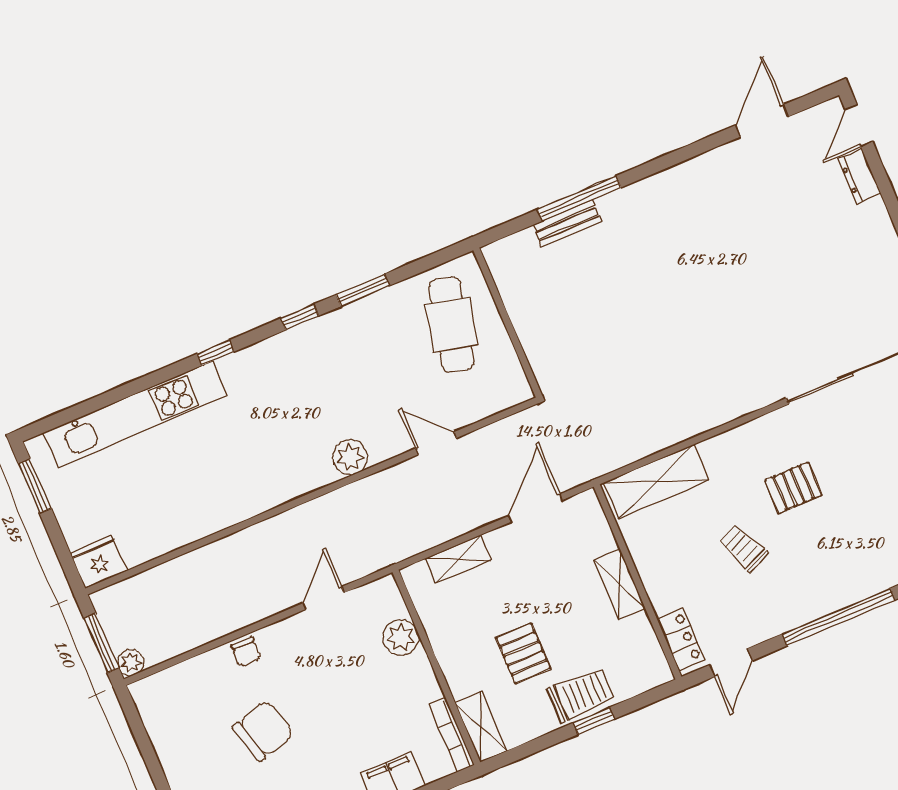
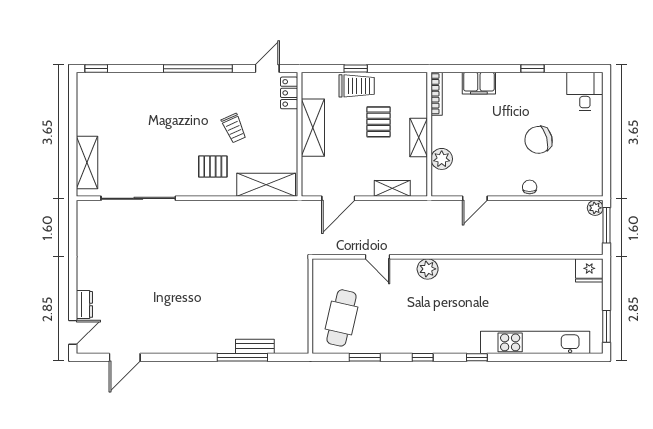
window: (363, 290) -> (365, 357), moved
pallet: (793, 488) -> (213, 167), moved
shelving: (620, 584) -> (313, 128), width x1.50, depth x1.33
trolley: (581, 695) -> (357, 86), turned 180
shelving: (481, 727) -> (419, 137), moved

